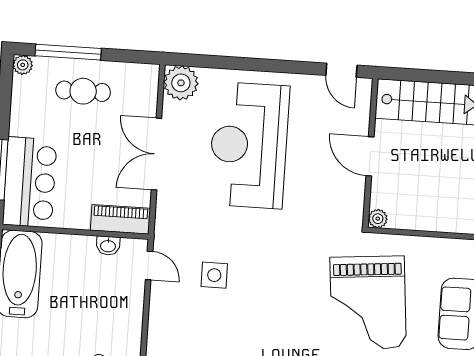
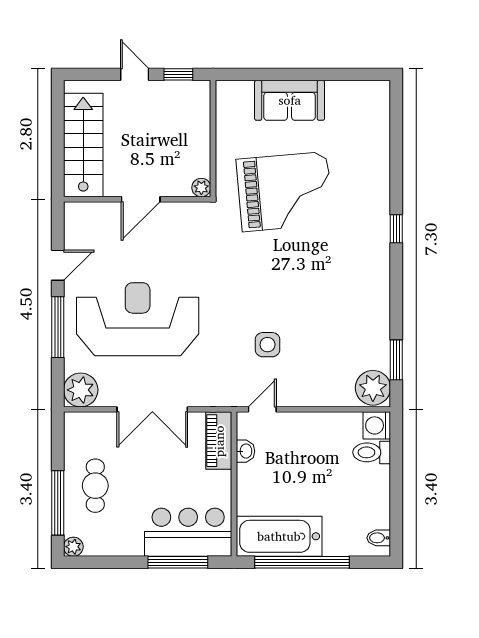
window: (246, 64) -> (58, 327), added
door: (341, 70) -> (58, 265), moved
reception desk: (249, 145) -> (138, 319), turned 180

